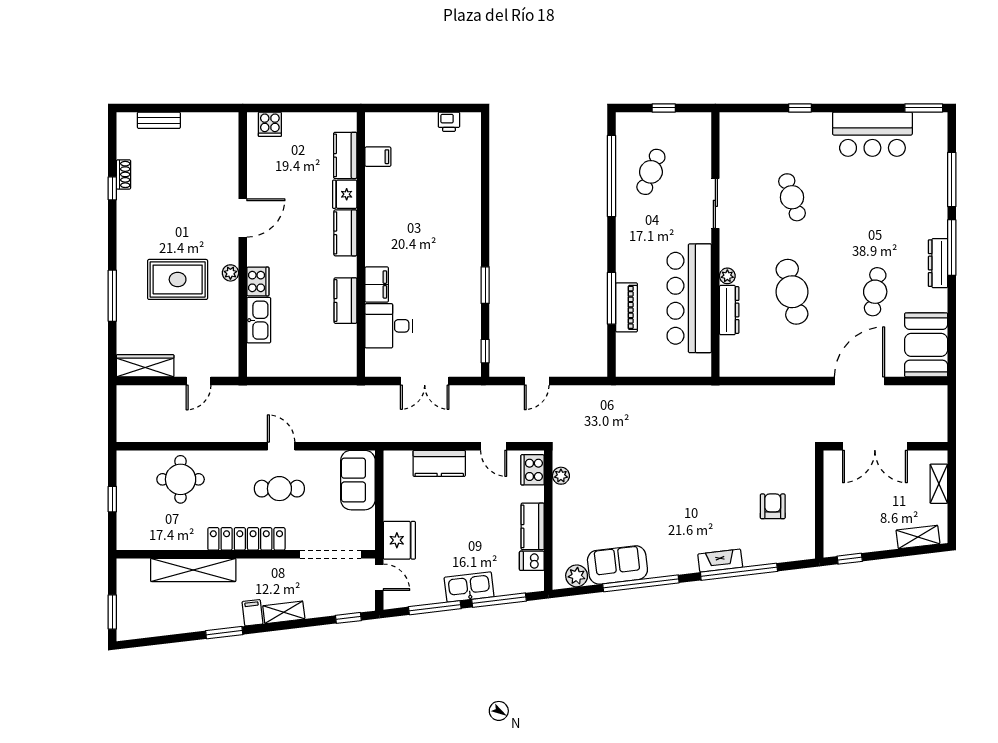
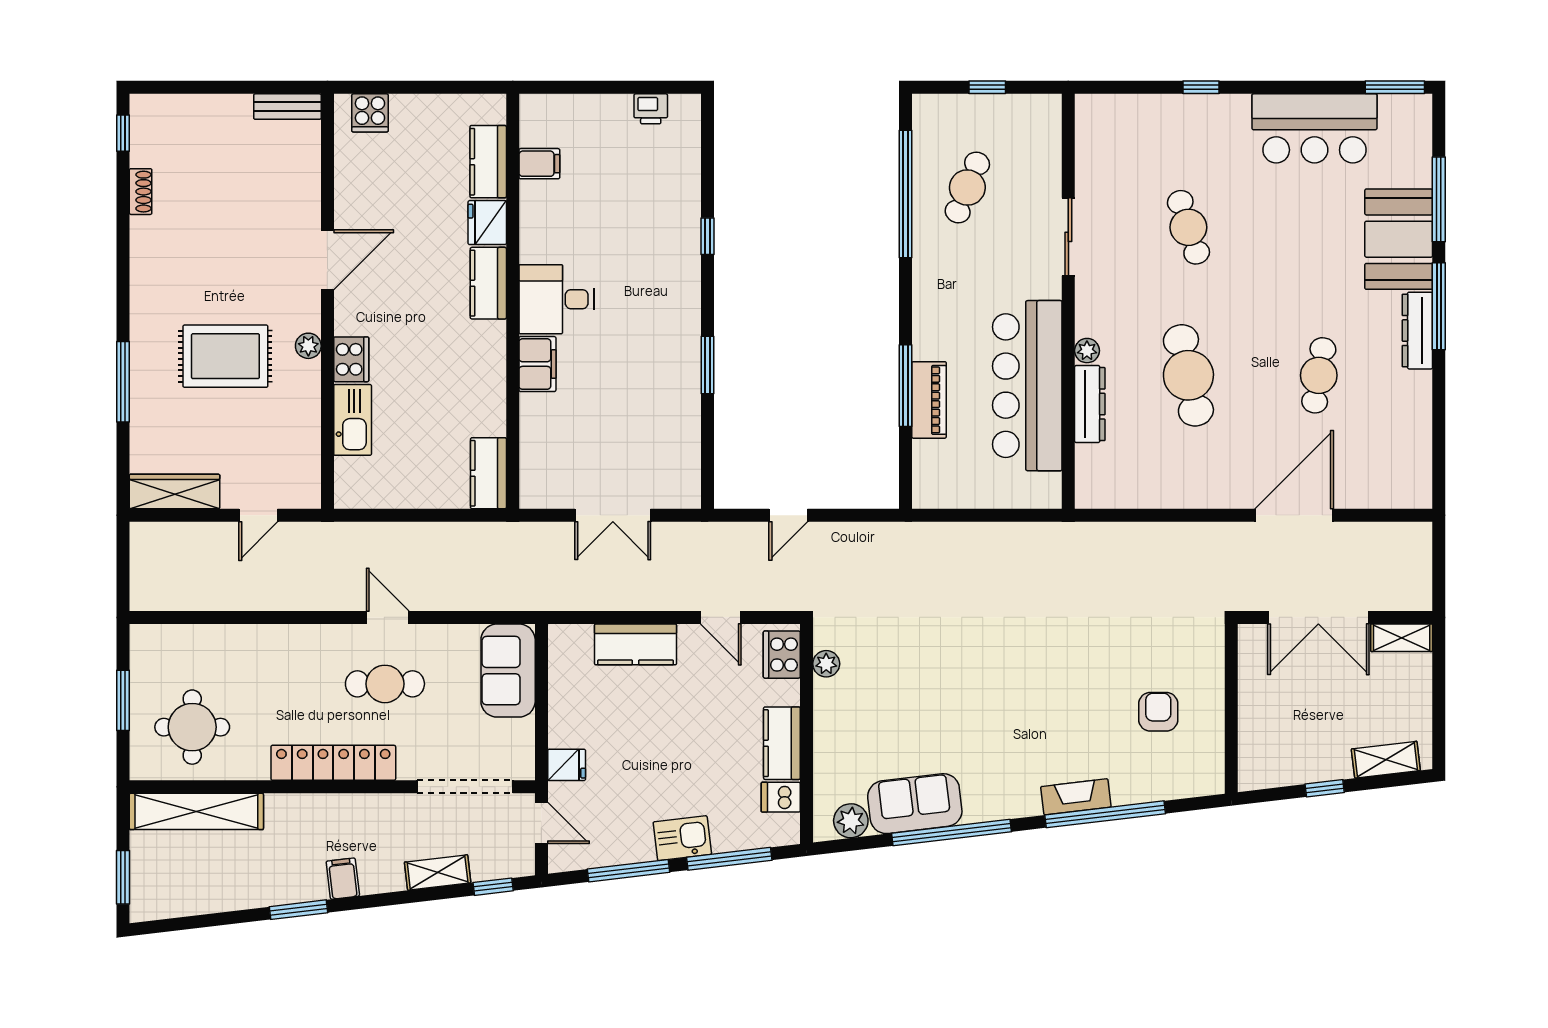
bench: (159, 120) -> (287, 107), moved
window: (112, 188) -> (123, 133), moved
kitchen counter: (345, 301) -> (488, 473), moved
desk: (389, 326) -> (556, 299), moved
booth: (926, 345) -> (1399, 239), moved
window: (485, 351) -> (707, 236), moved
round table: (181, 479) -> (192, 727), moved
shelving: (939, 484) -> (1402, 638), moved, turned 90
window: (112, 499) -> (123, 700), width x1.50
fridge: (399, 540) -> (567, 765), width x0.53, depth x0.75
window: (850, 559) -> (1325, 788), moved
shelving: (193, 570) -> (196, 811), moved
kitchen sink: (469, 587) -> (682, 838), width x0.73
shelving: (284, 612) -> (438, 872), moved

